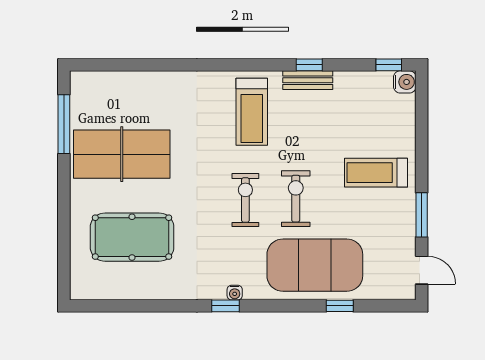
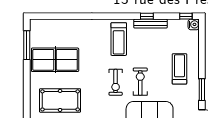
bench: (308, 80) -> (151, 24), width x1.36
treadmill: (376, 173) -> (179, 69), turned 90
exercise bike: (245, 200) -> (116, 82), turned 180

